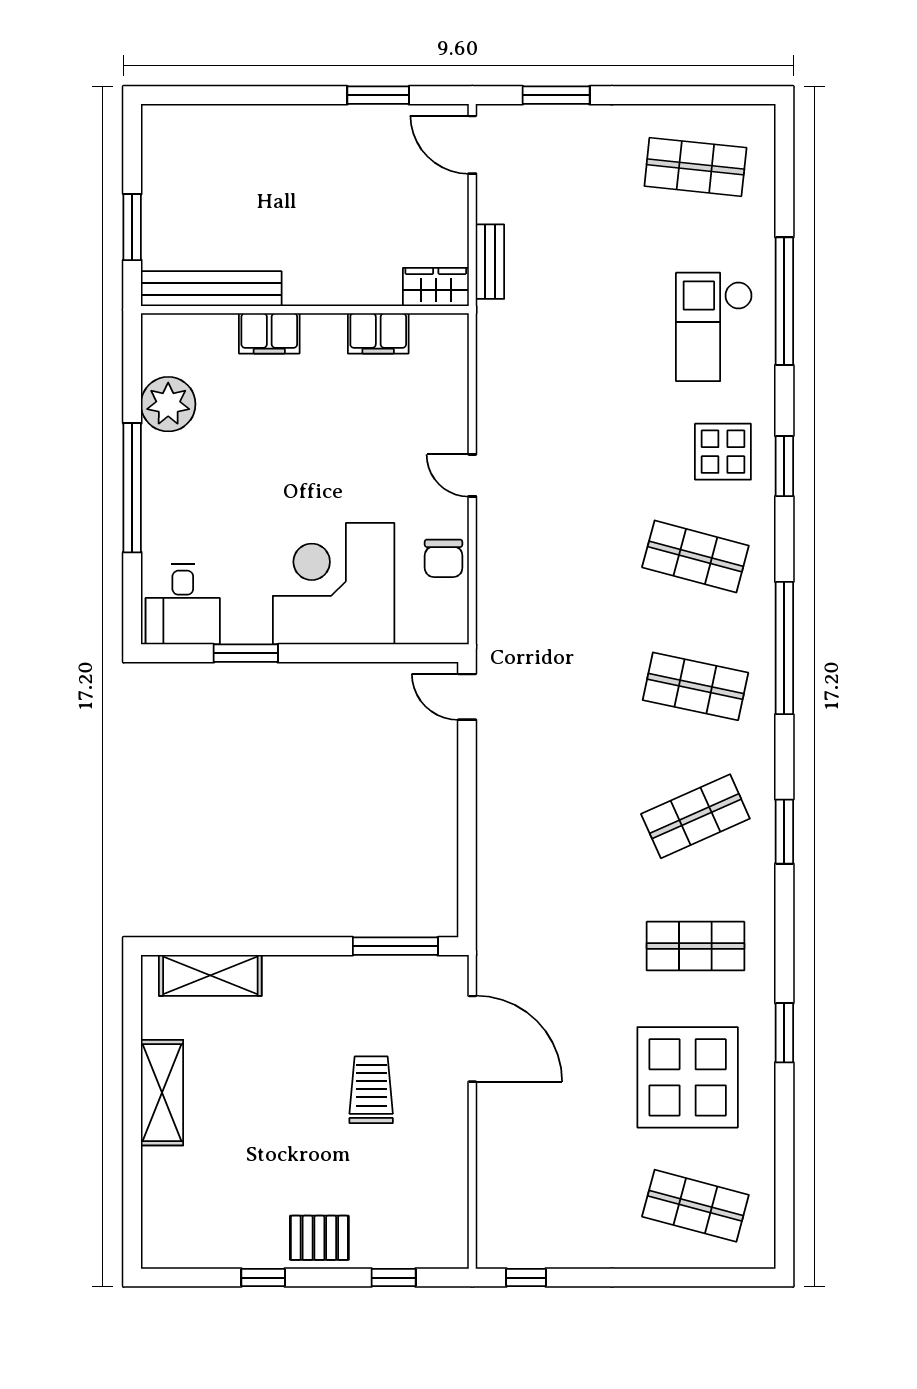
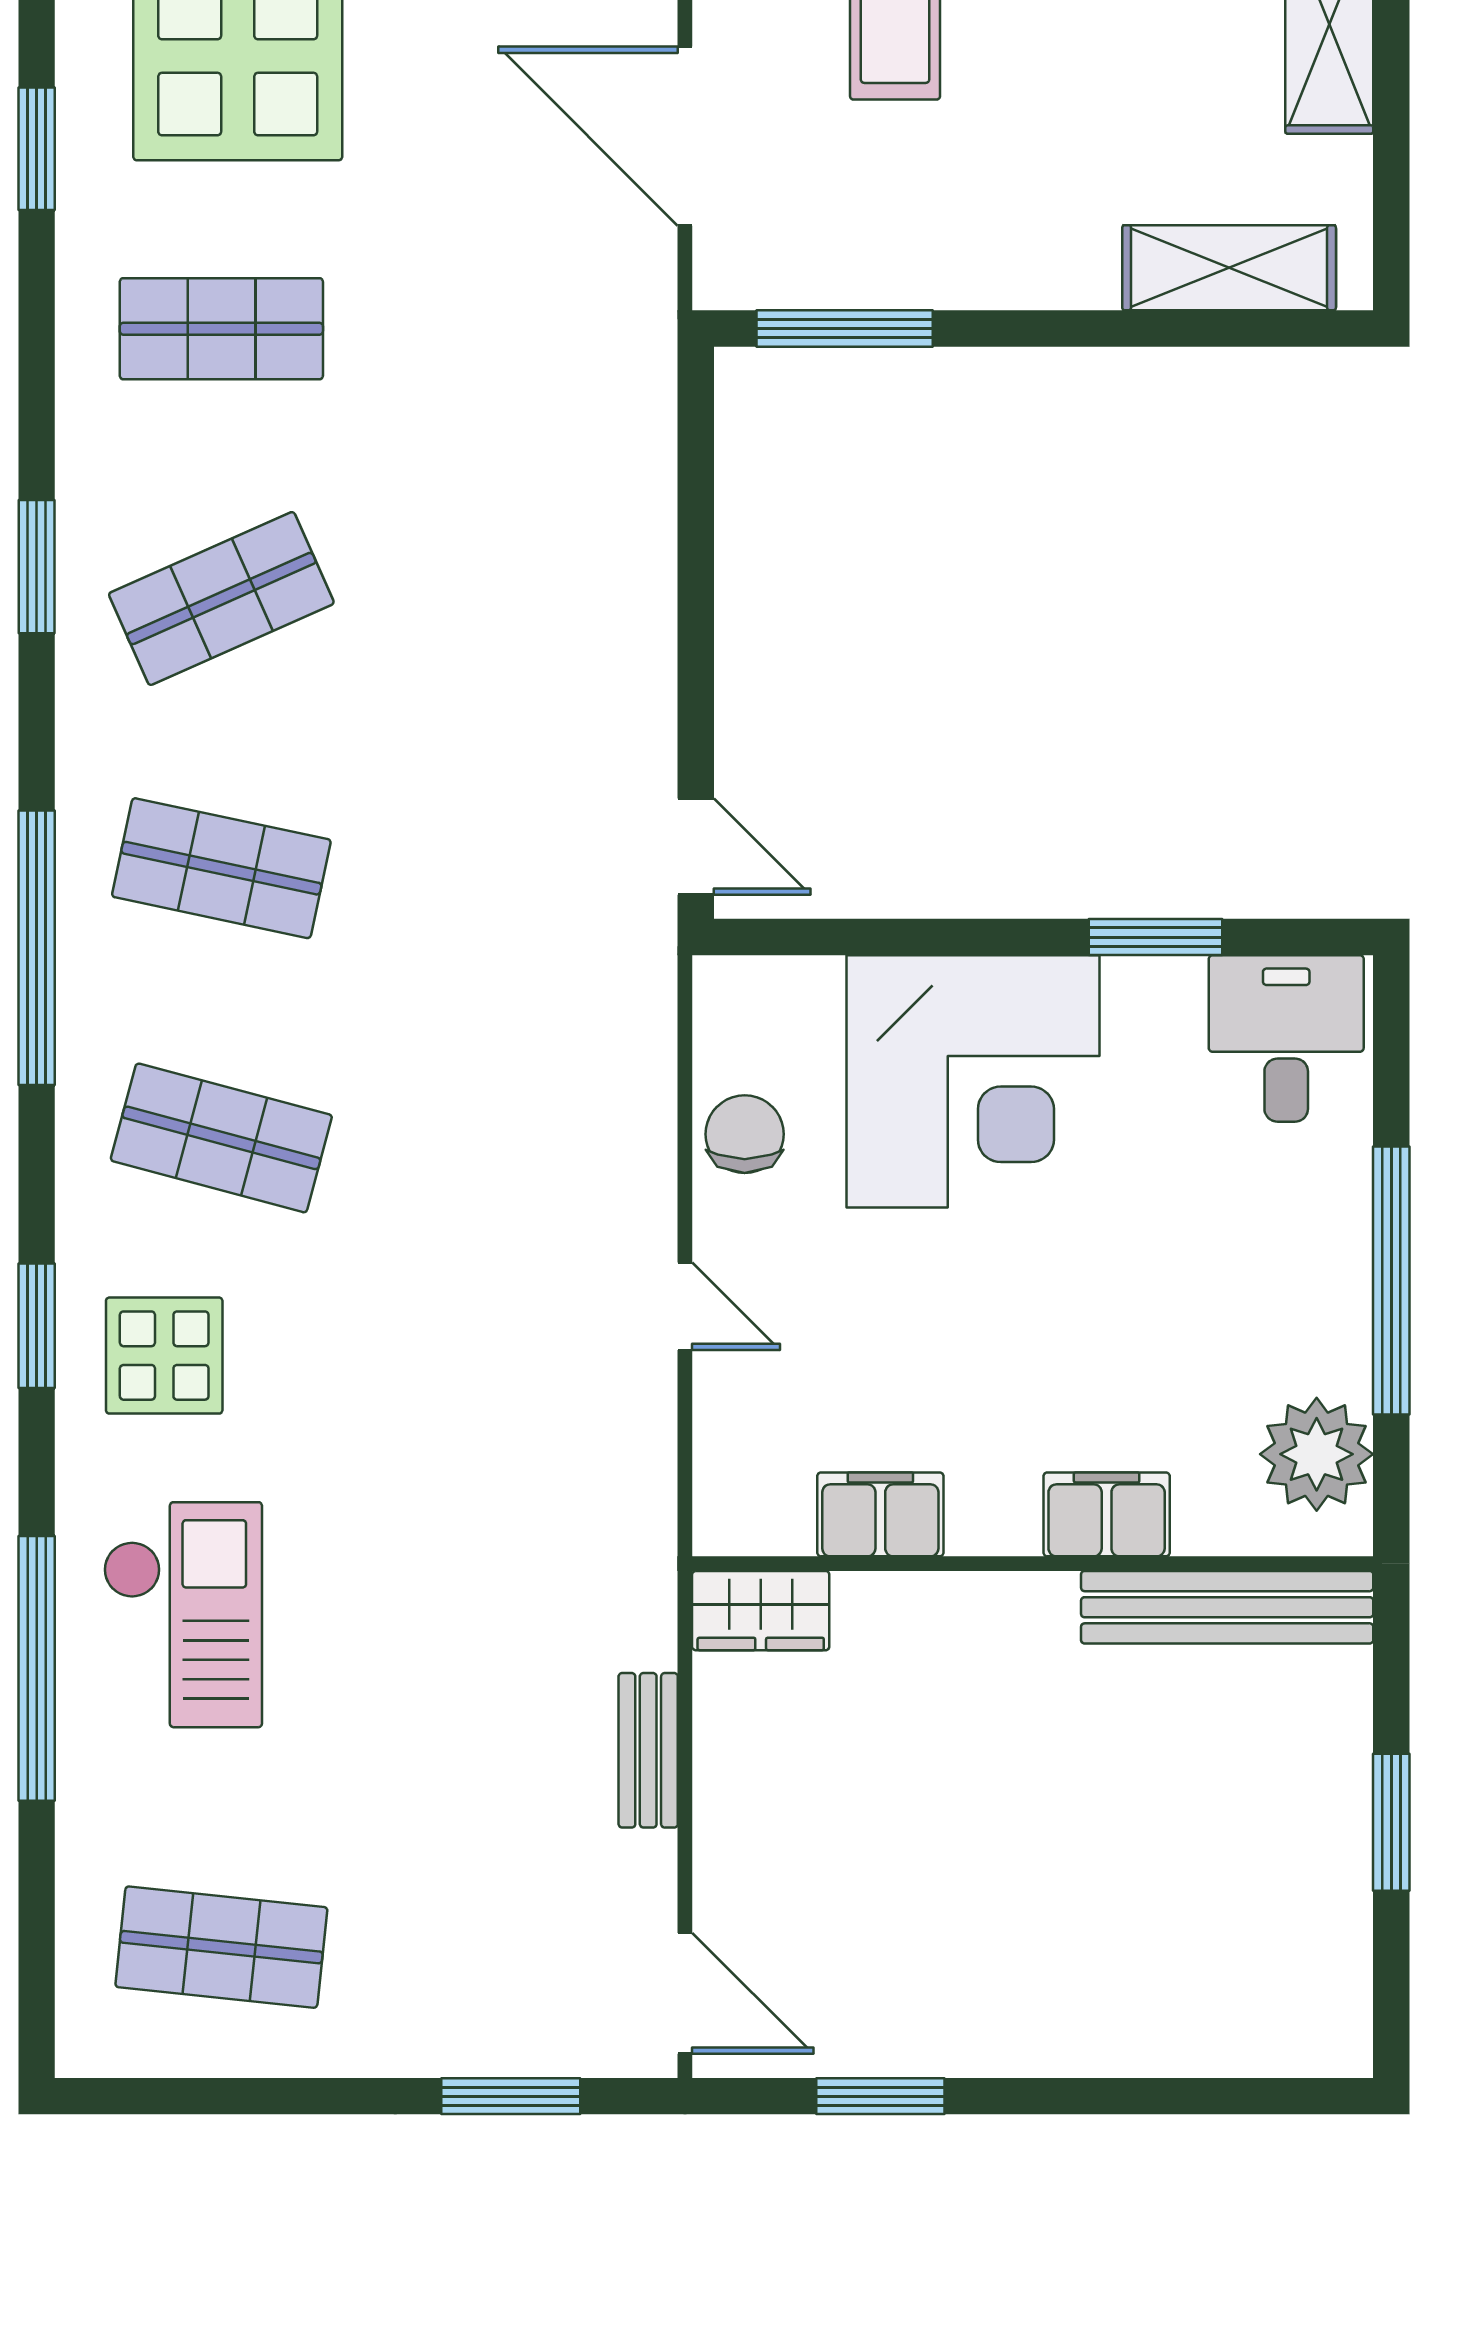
wardrobe: (436, 287) -> (761, 1611), moved
bench: (211, 289) -> (1227, 1607), moved
wall: (305, 310) -> (1033, 1564), moved
filing cabinet: (269, 333) -> (1107, 1514), moved
filing cabinet: (378, 333) -> (880, 1514), moved

